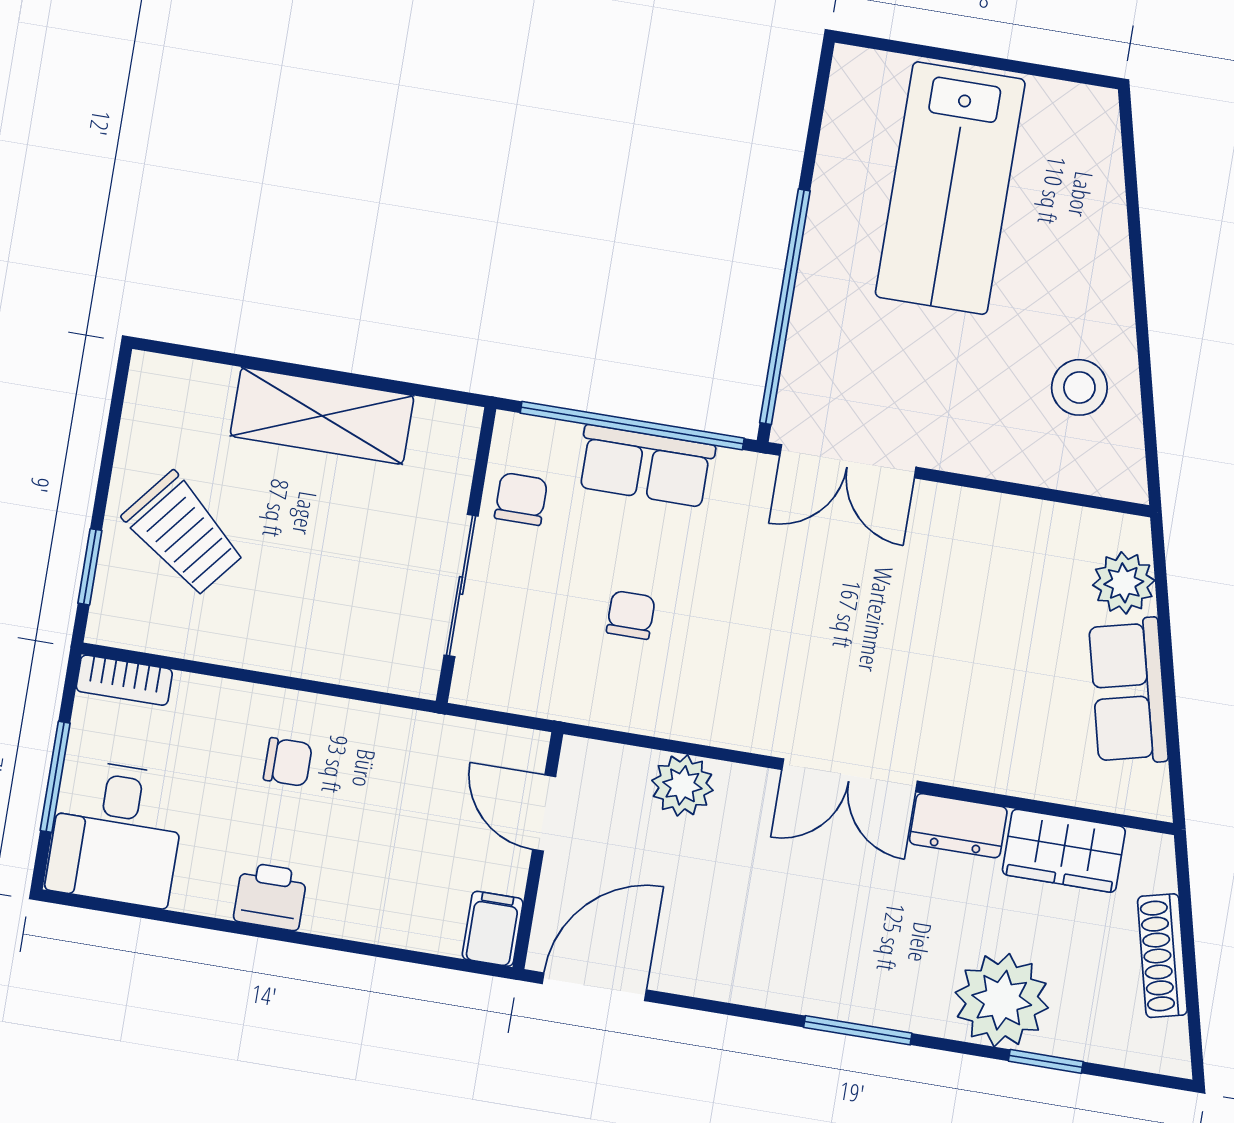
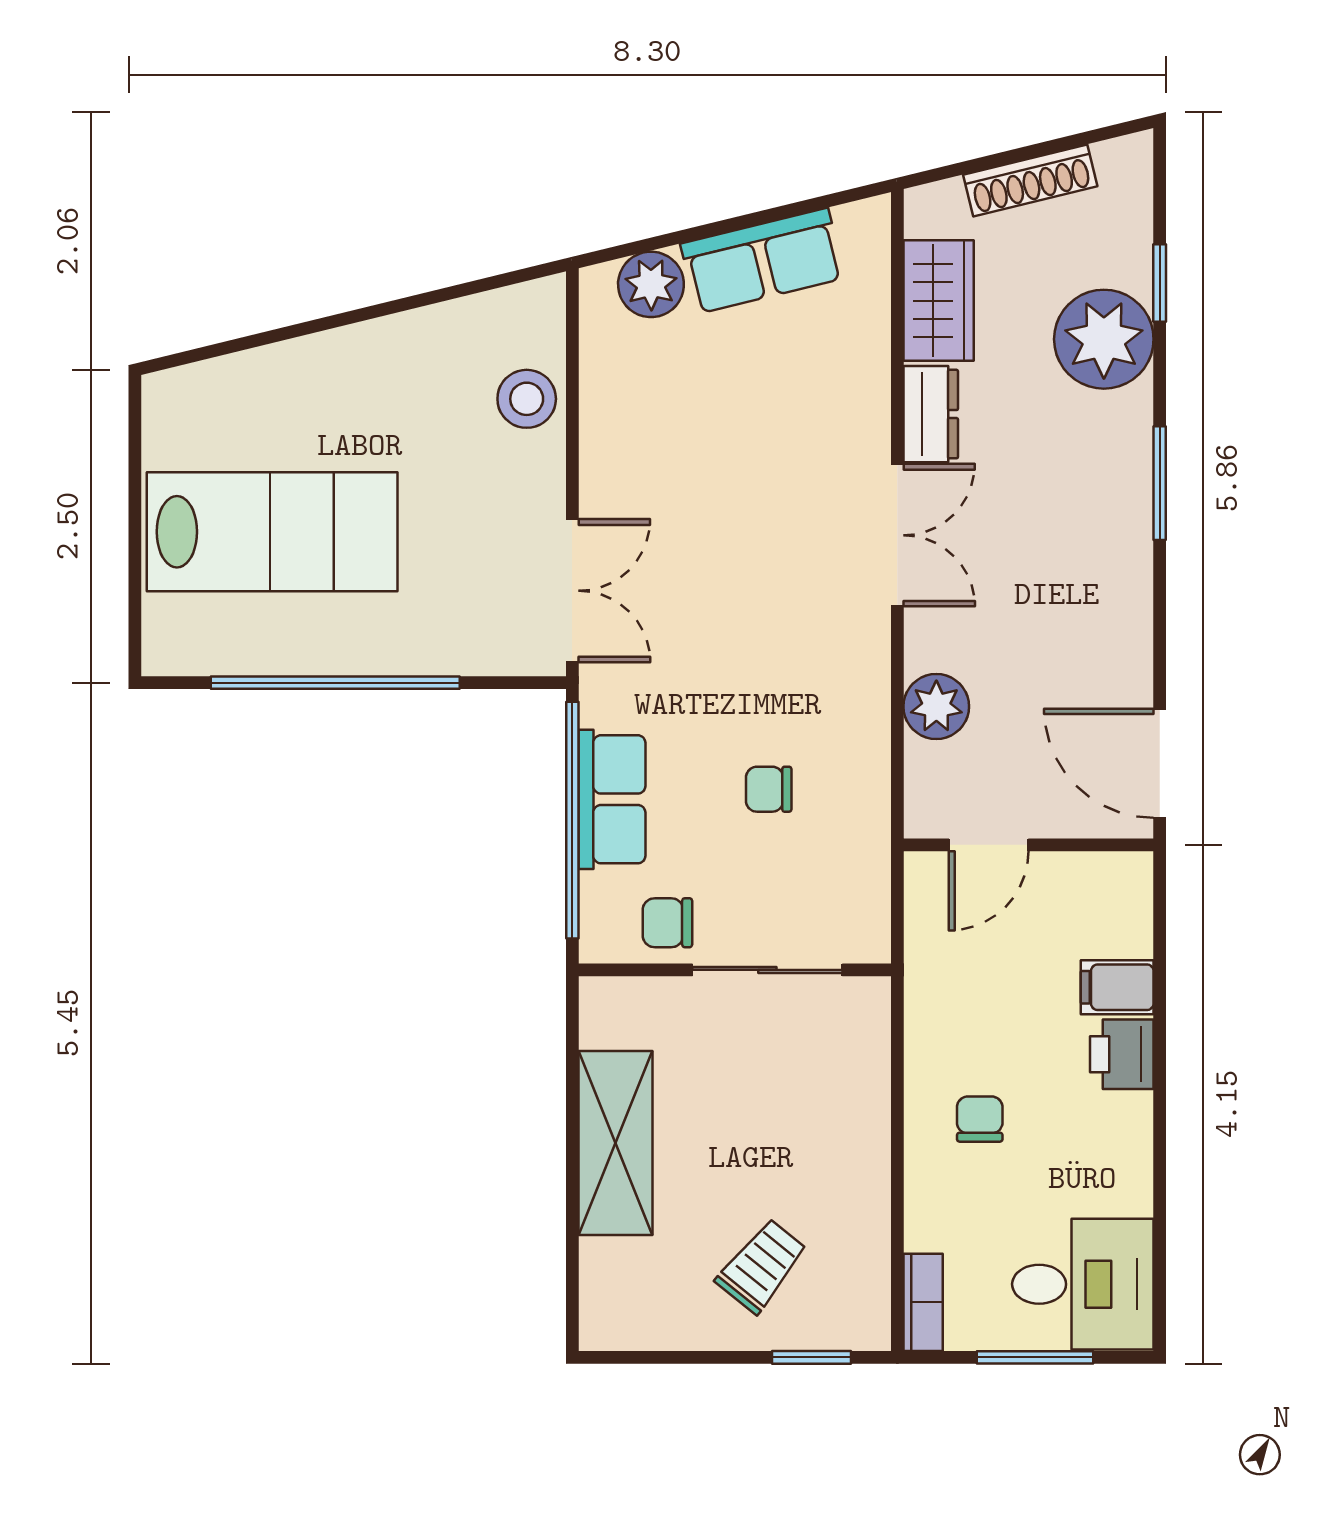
window: (785, 307) -> (335, 683), moved
stool: (1079, 387) -> (527, 399), moved
trolley: (184, 534) -> (762, 1266), width x0.73, depth x0.72
printer: (270, 896) -> (1122, 1054), moved
filing cabinet: (493, 929) -> (1117, 987), moved

